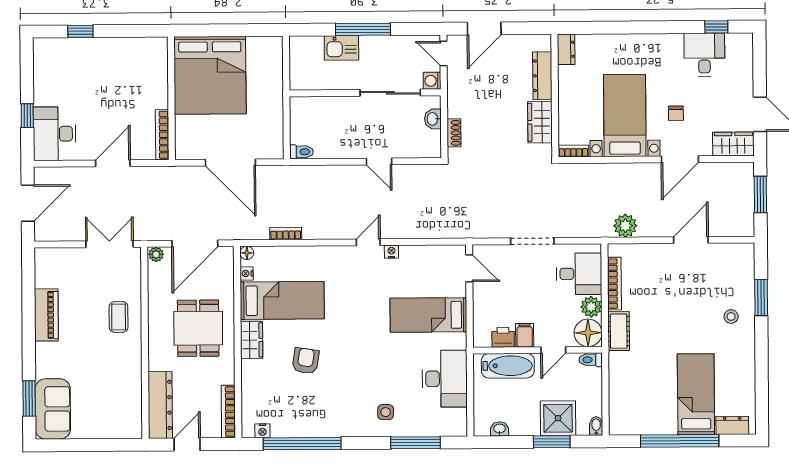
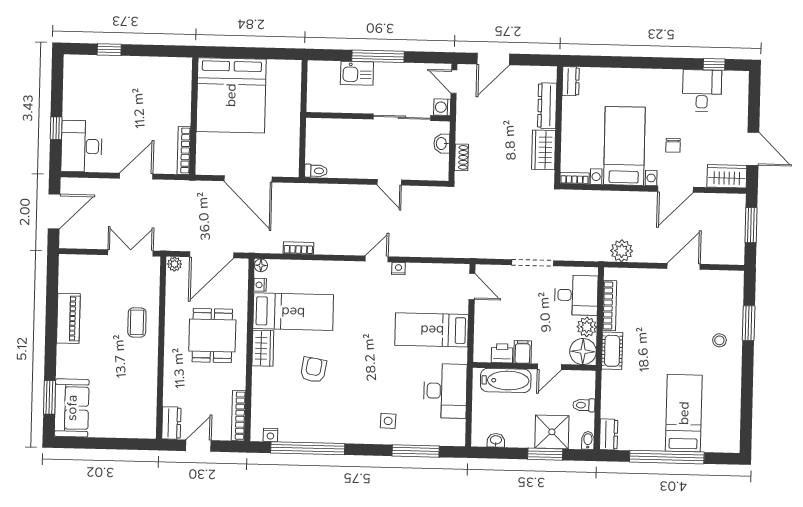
toilet: (591, 360) -> (584, 405), moved
dresser: (160, 405) -> (171, 423), width x0.51, depth x0.80
dresser: (732, 425) -> (609, 434), moved, turned 90

